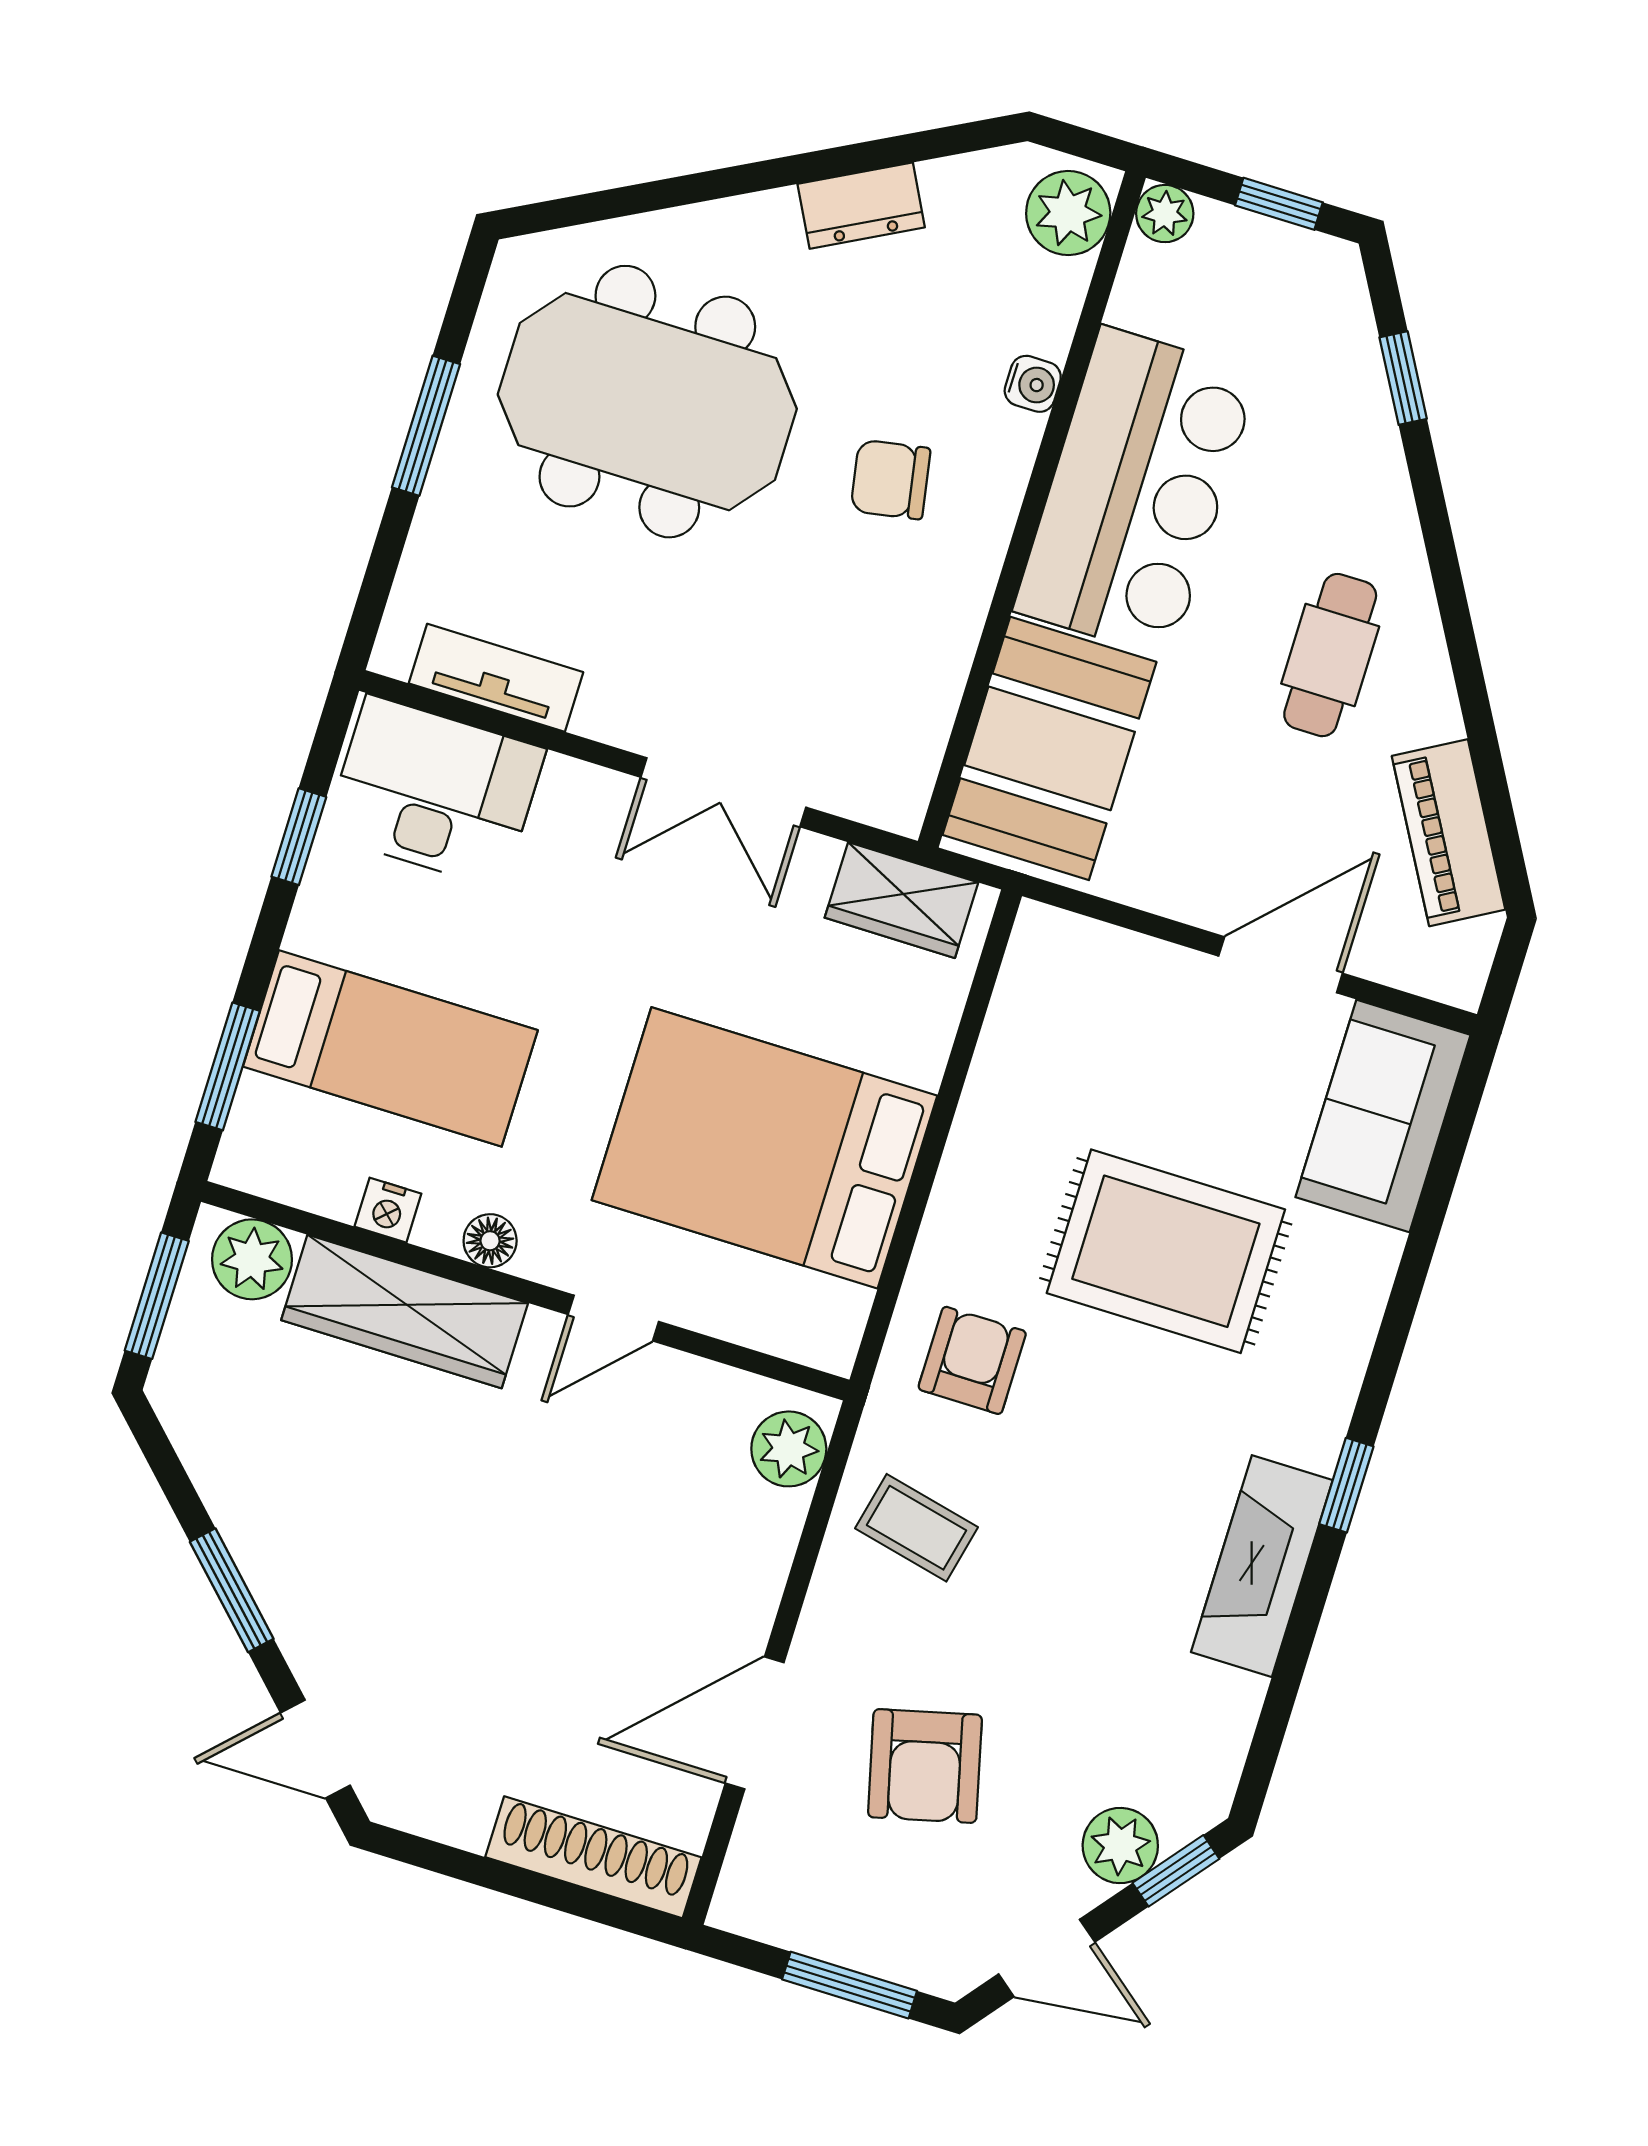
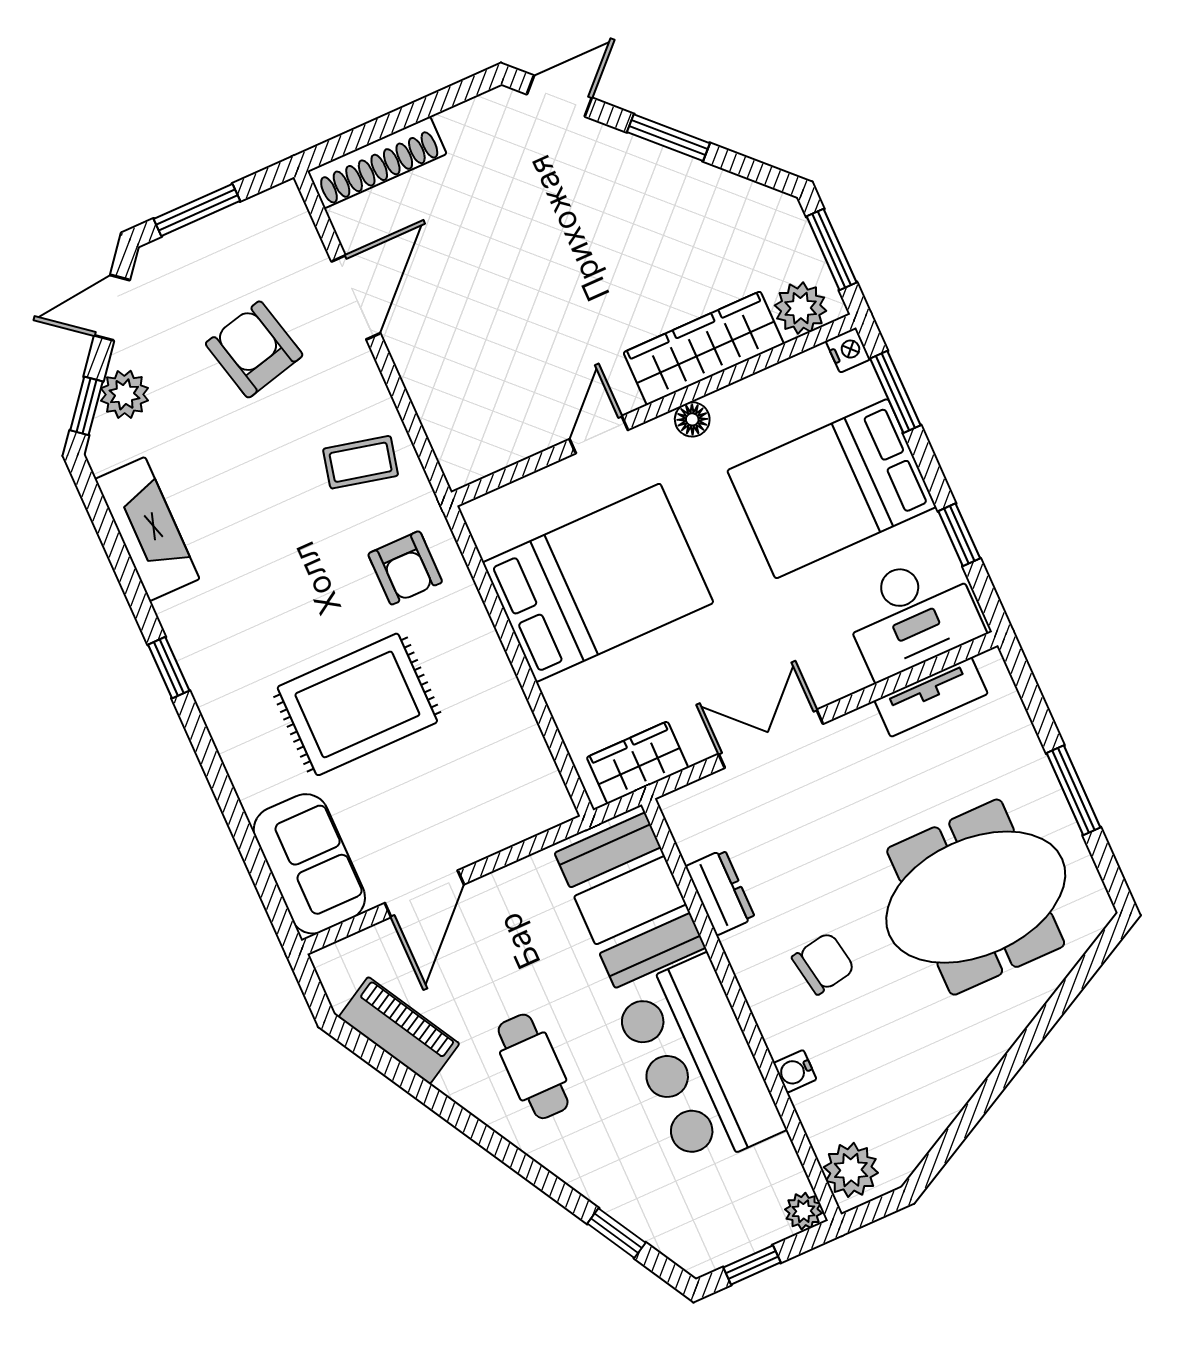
dresser: (861, 206) -> (720, 892), moved, turned 118
bed: (390, 1048) -> (832, 489), width x1.50
nightstand: (388, 1210) -> (848, 350), moved, turned 90
plant: (789, 1449) -> (457, 446), removed
fireplace: (1262, 1566) -> (147, 529), moved

